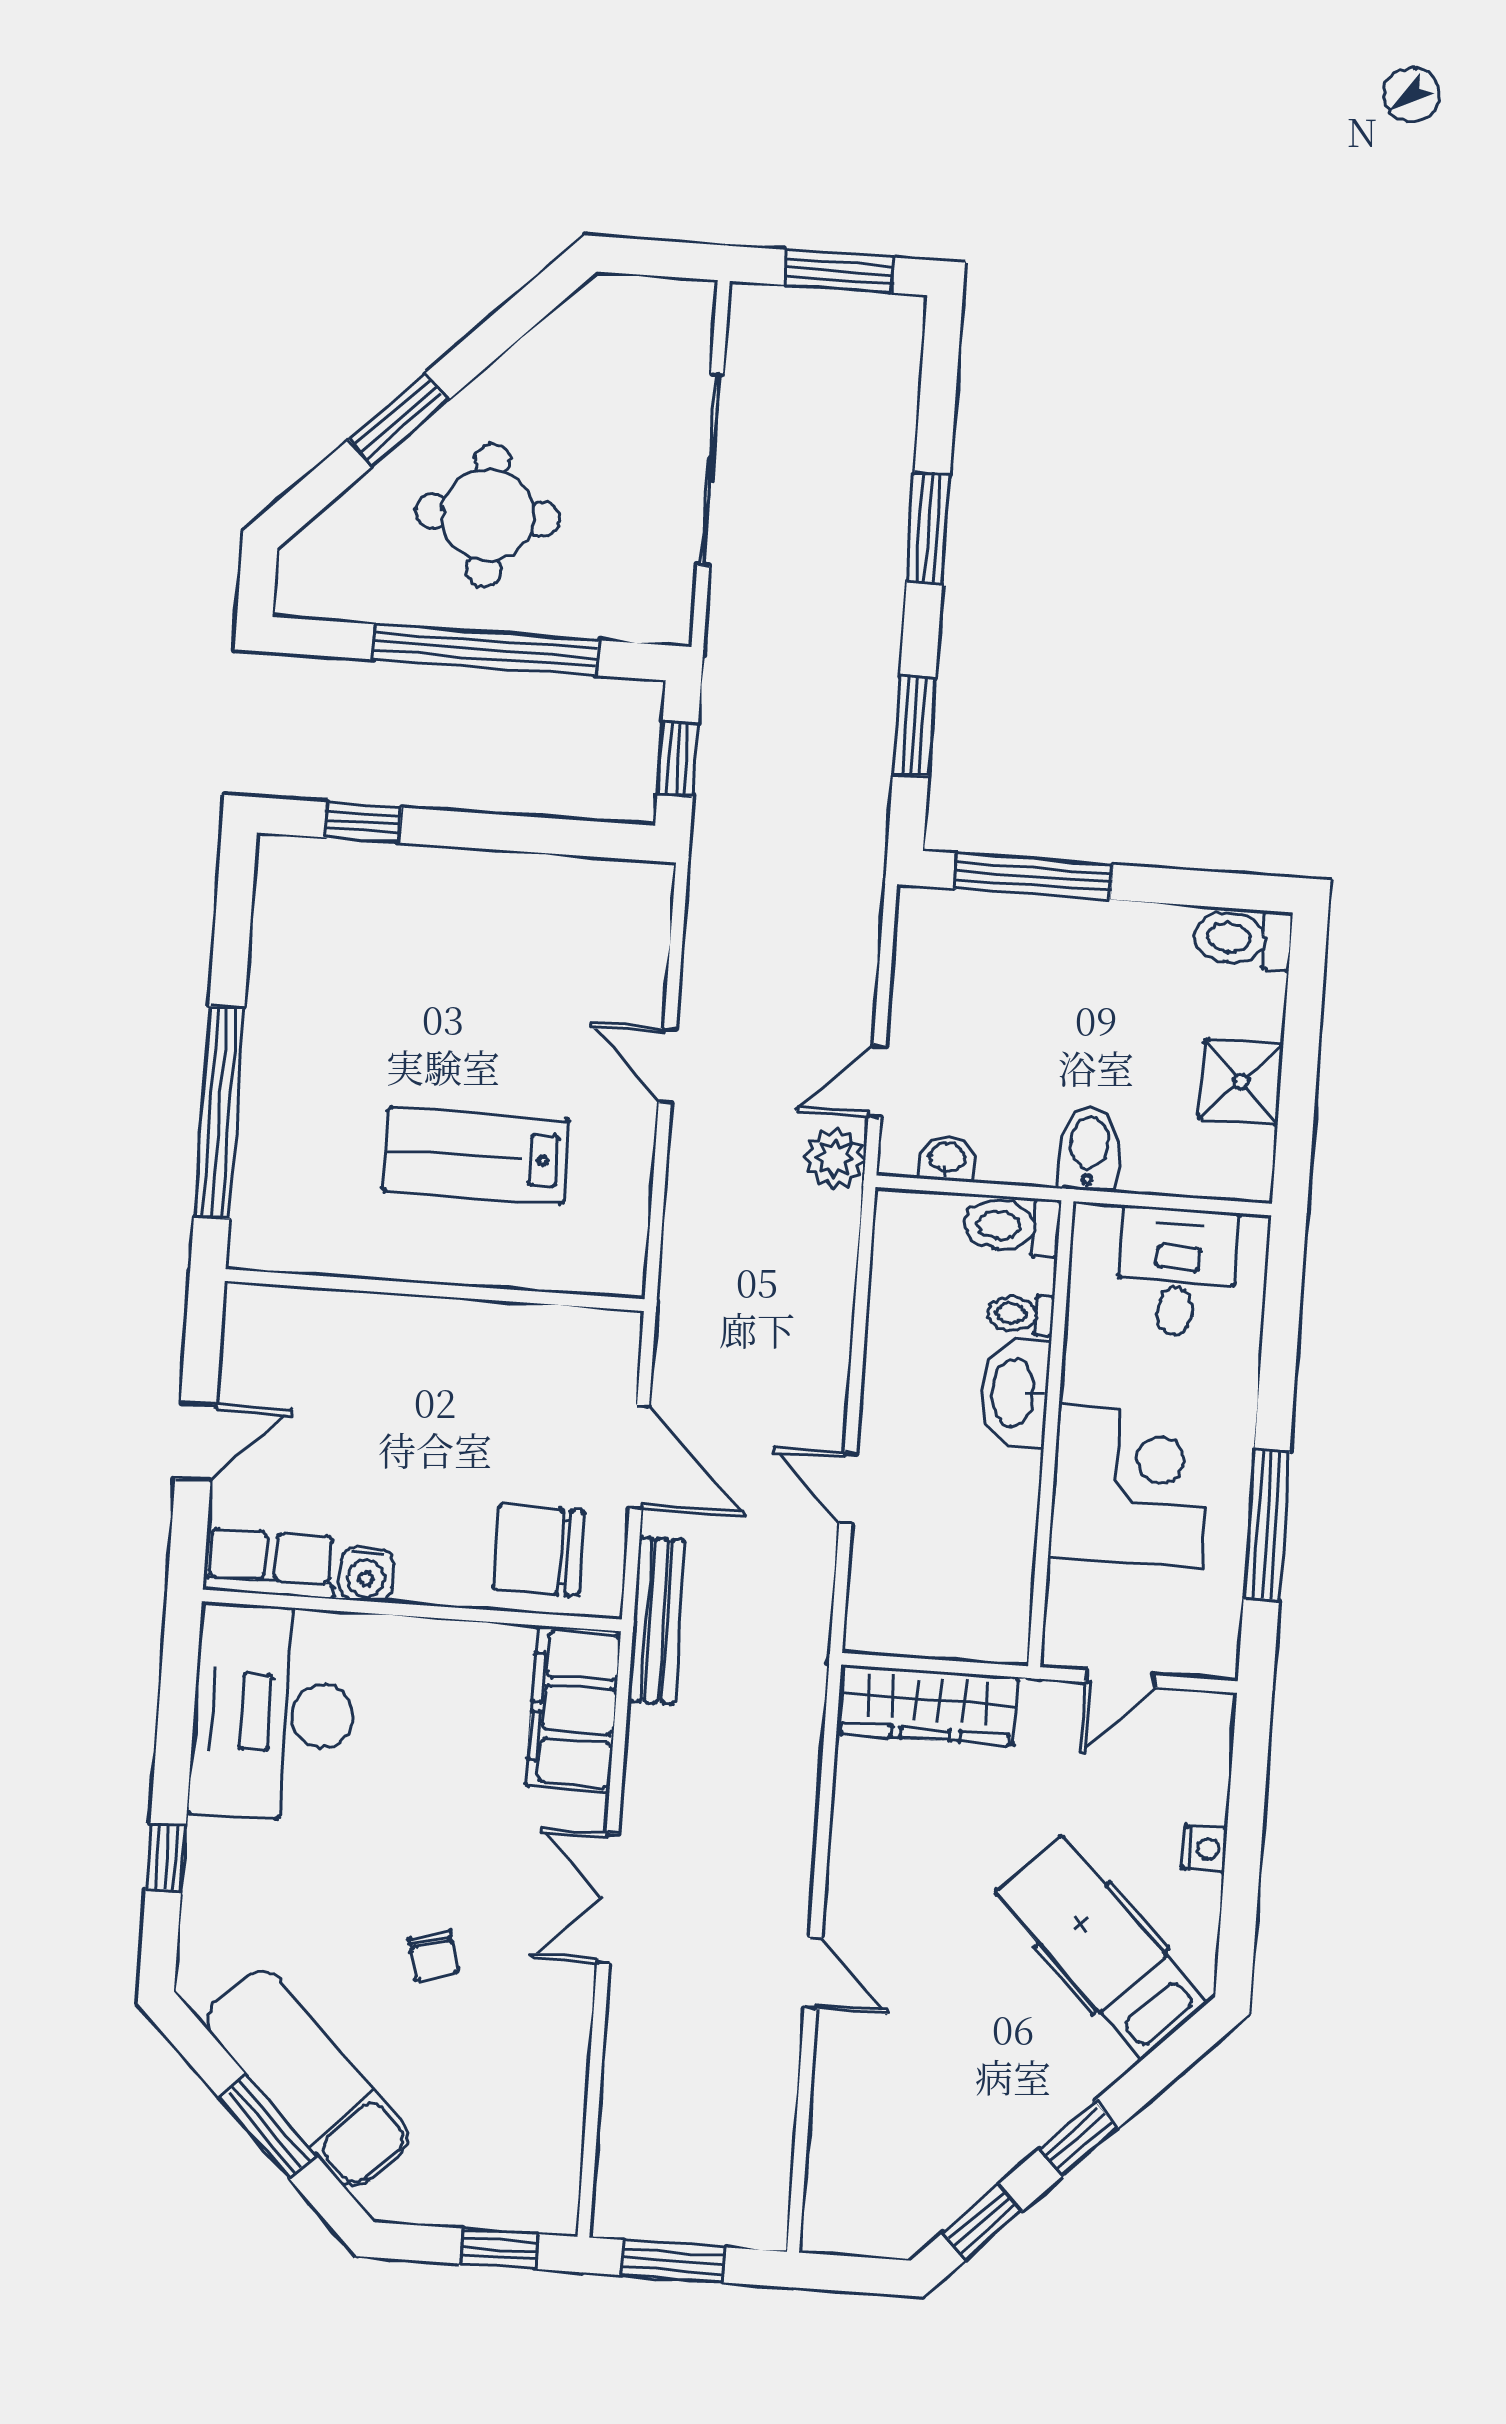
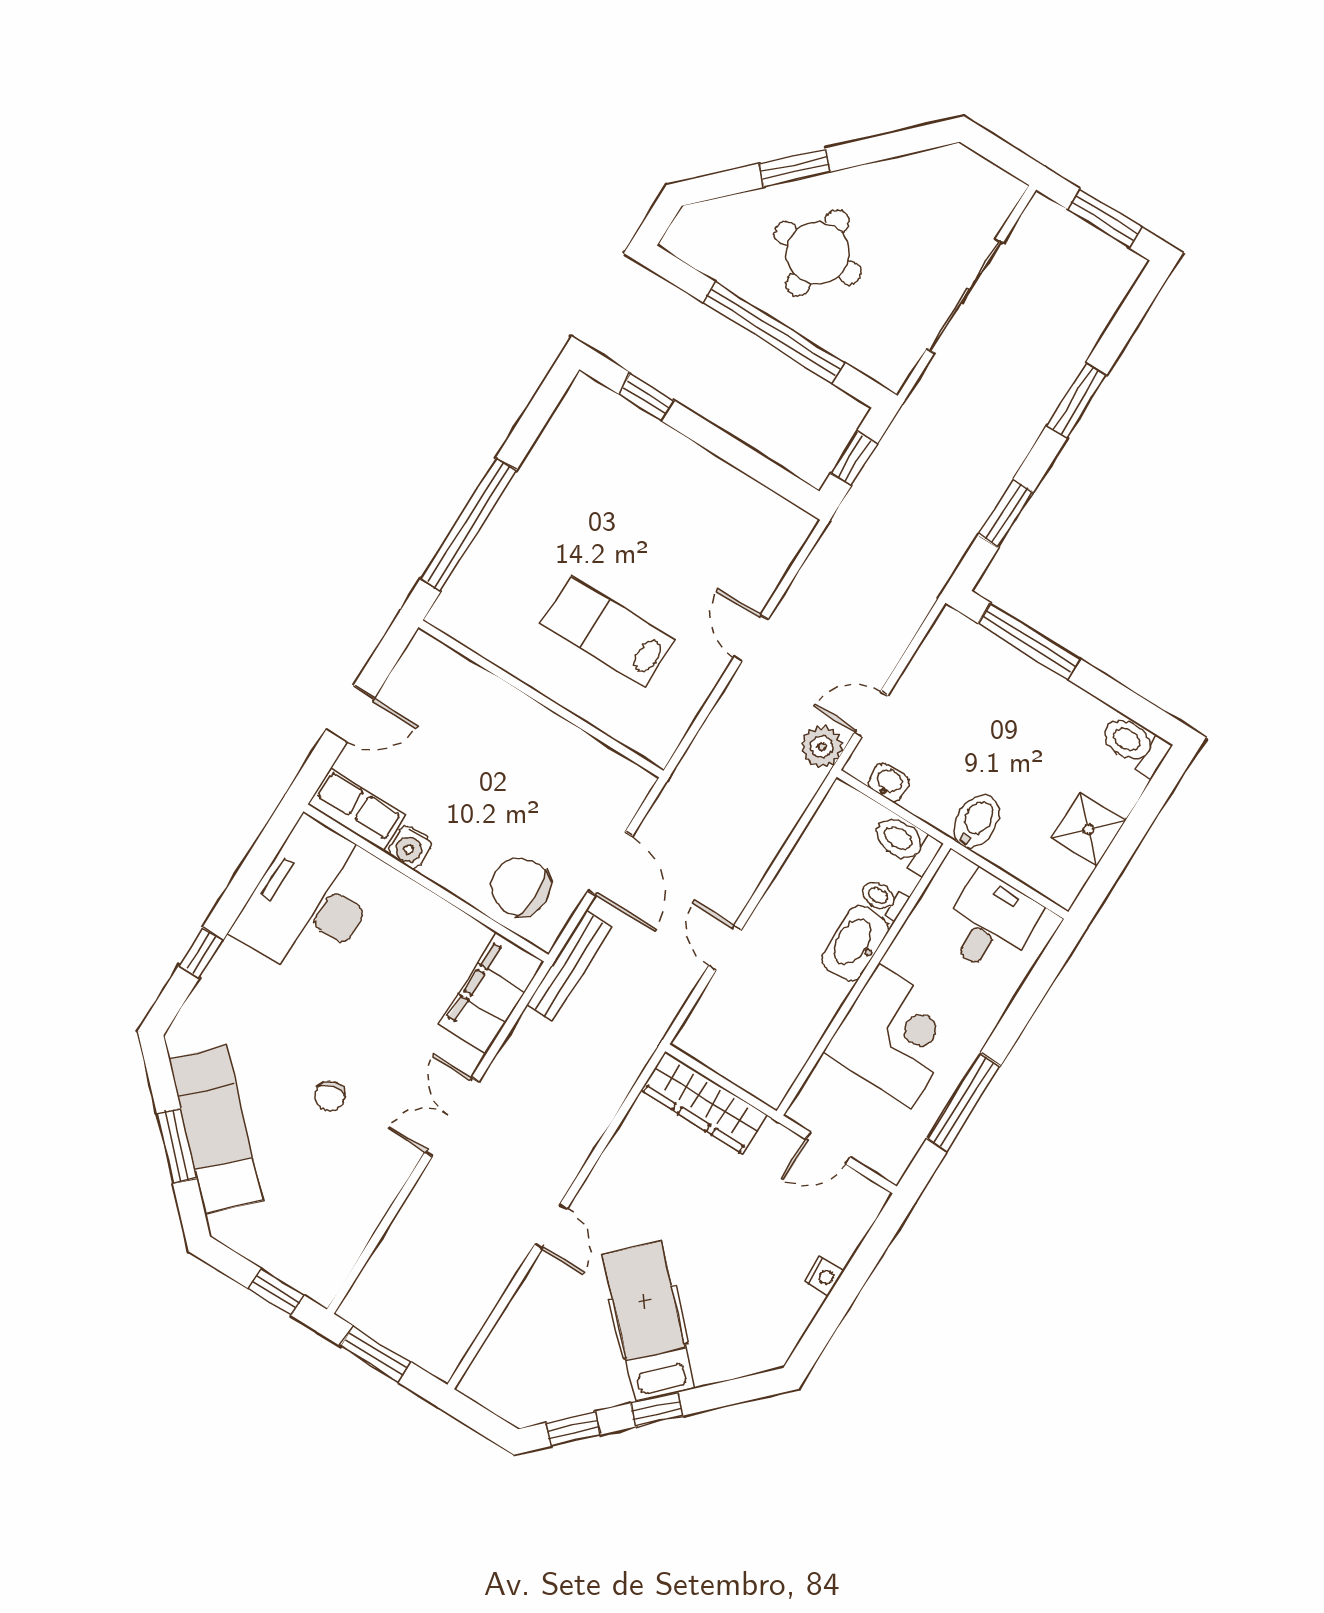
hospital bed: (1101, 1948) -> (649, 1322), moved

